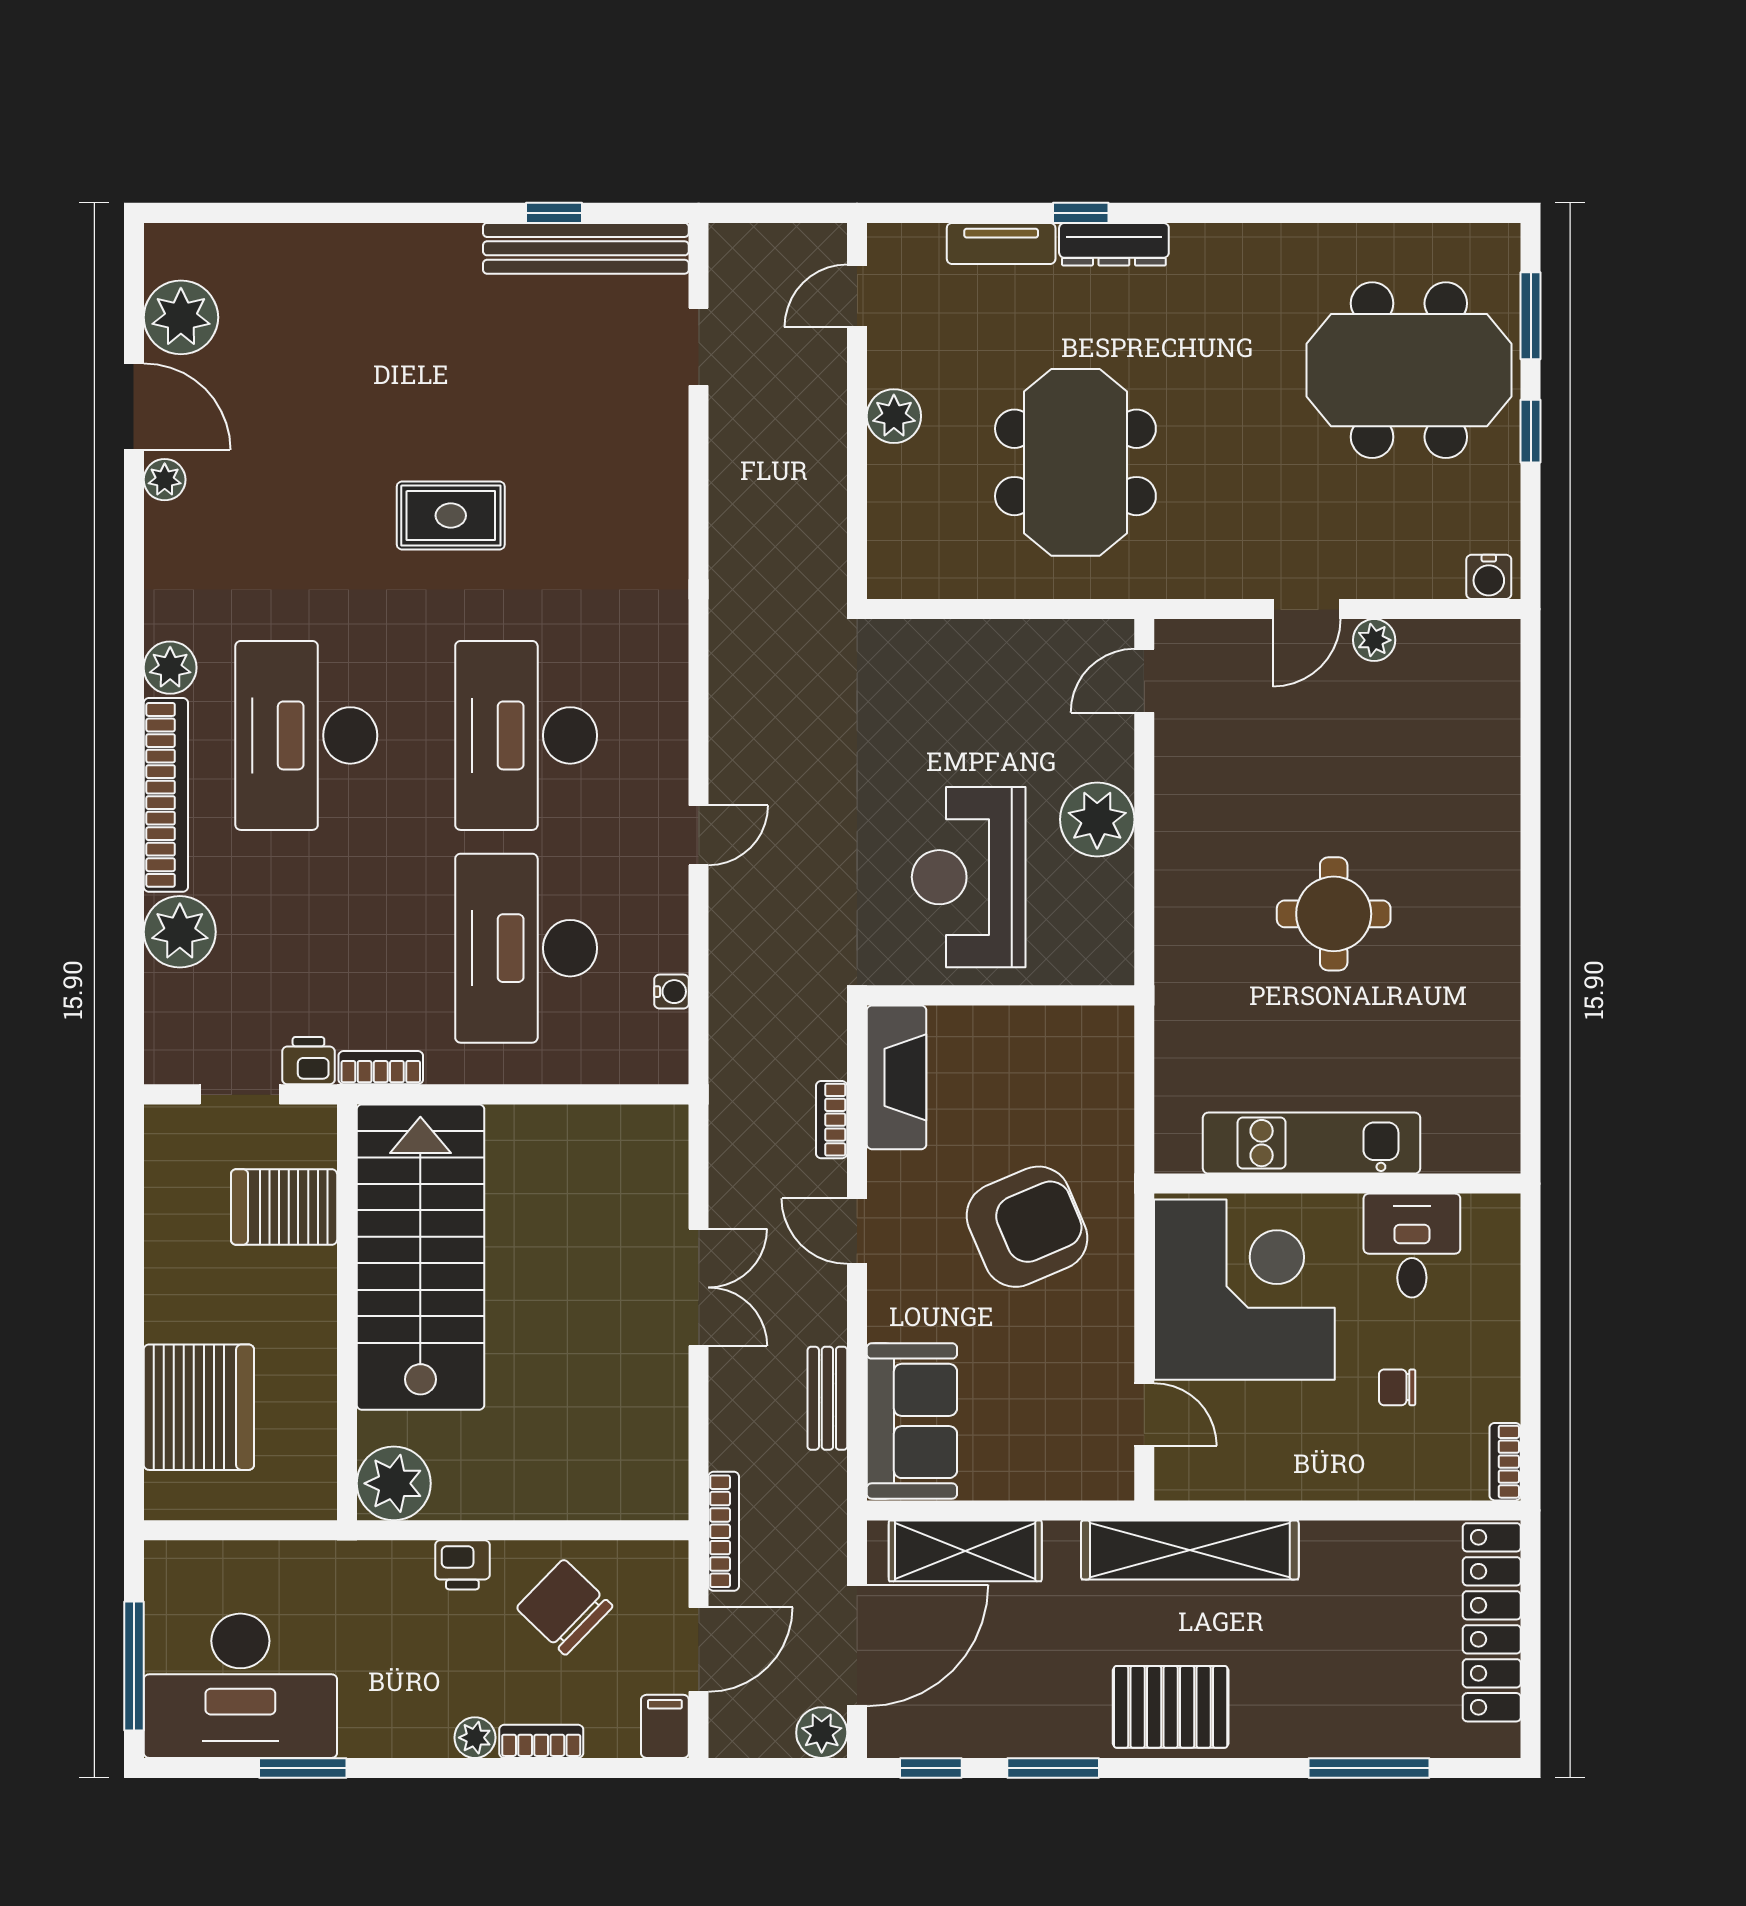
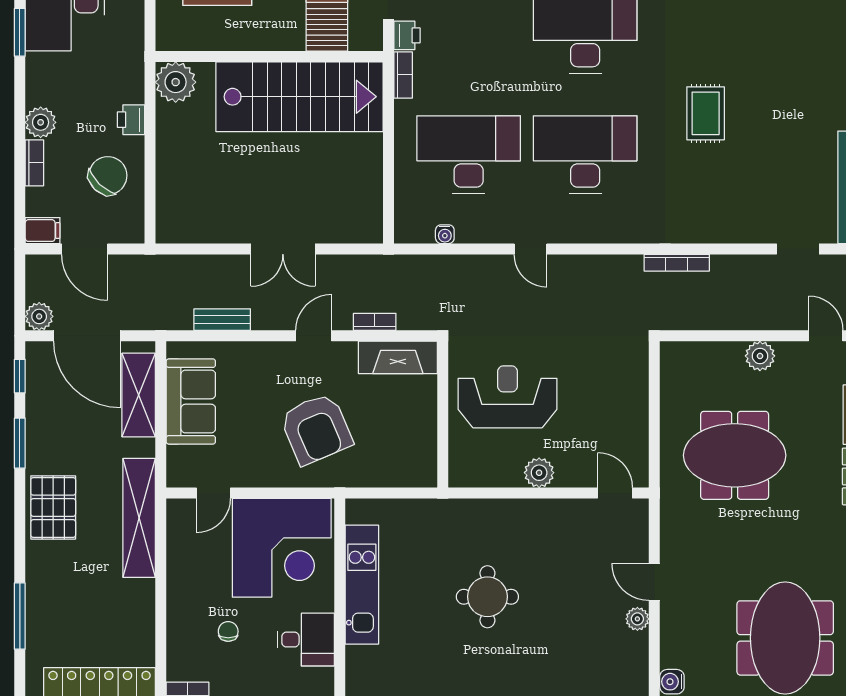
plant: (1097, 819) -> (539, 473), width x0.73, depth x0.73
sofa: (912, 1421) -> (191, 401), moved, turned -90
bookcase: (724, 1531) -> (677, 263), moved
plant: (475, 1738) -> (41, 122), width x1.38, depth x1.38

